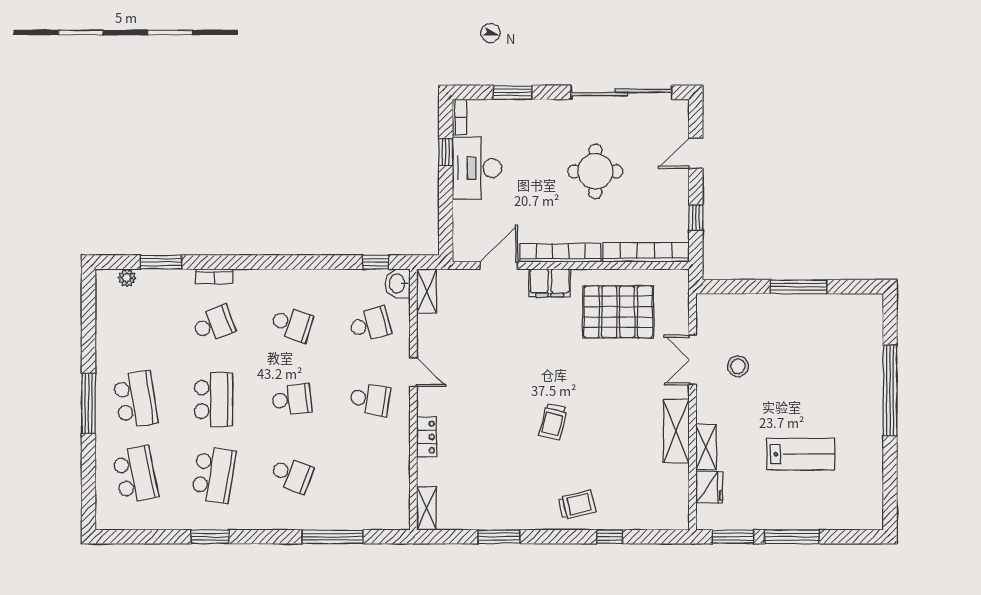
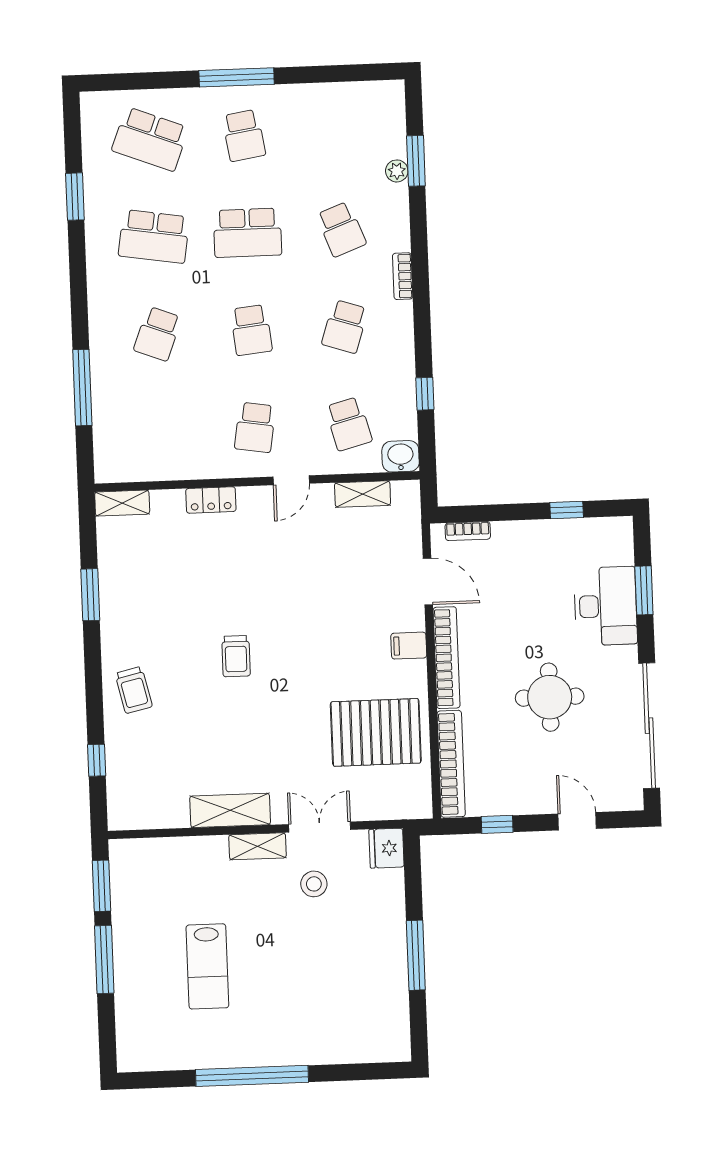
bookcase: (460, 117) -> (468, 531), moved
desk: (477, 168) -> (606, 606), moved, turned 90
window: (376, 262) -> (425, 394), moved
bookcase: (214, 276) -> (403, 276), moved
plant: (127, 278) -> (397, 171), moved
filing cabinet: (550, 283) -> (409, 646), width x0.50
shelving: (427, 291) -> (363, 494), moved
pallet: (618, 312) -> (376, 732), turned 90
window: (890, 390) -> (252, 1076), moved
school desk: (135, 399) -> (244, 135), width x0.54
trolley: (553, 422) -> (236, 656), turned -103
shelving: (706, 447) -> (257, 846), moved
school desk: (135, 475) -> (150, 139), turned 33
fridge: (709, 487) -> (387, 848), moved, turned 90
window: (210, 537) -> (75, 197), moved
window: (610, 537) -> (97, 760), moved

